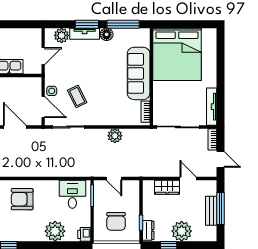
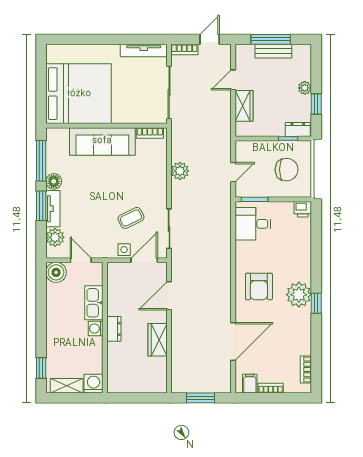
boiler: (33, 36) -> (56, 272), added
plant: (55, 231) -> (299, 295), moved
plant: (182, 231) -> (305, 88), width x0.53, depth x0.53

